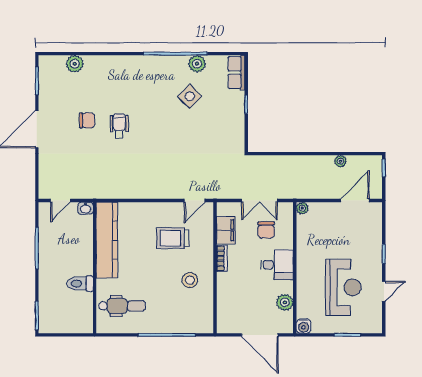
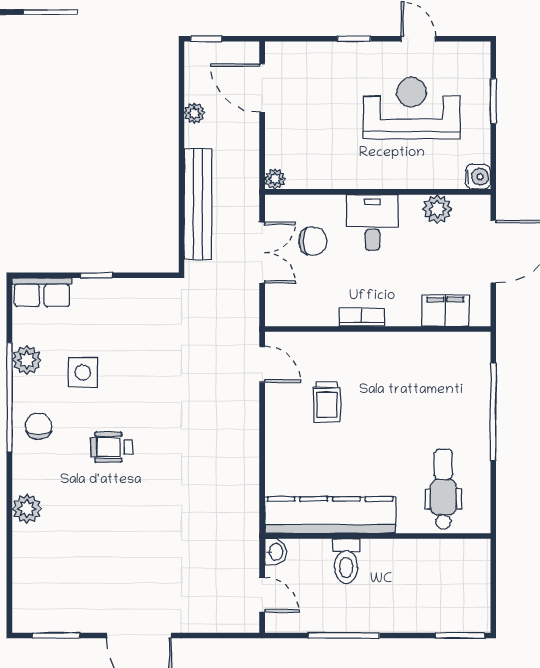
plant: (75, 64) -> (27, 509), moved
side table: (190, 96) -> (83, 372), turned 45
chair: (87, 120) -> (39, 426), moved
wheelchair: (119, 126) -> (112, 447), moved
bench: (288, 163) -> (198, 204), added
filing cabinet: (226, 230) -> (445, 311), moved
trolley: (173, 238) -> (327, 402), width x0.73, depth x0.72
stool: (190, 280) -> (399, 372), removed
toilet: (80, 284) -> (346, 561), moved

